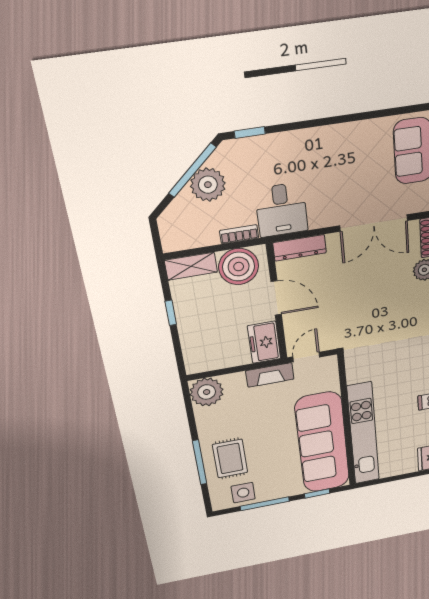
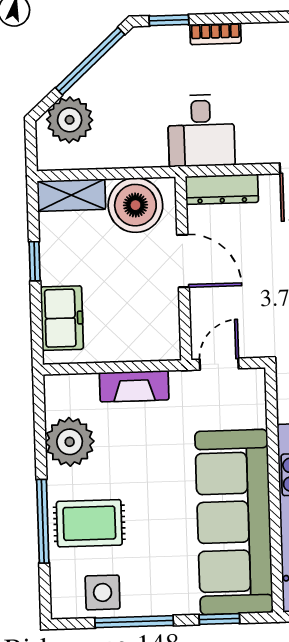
plant: (208, 185) -> (70, 120), moved
bookcase: (239, 234) -> (215, 34), moved, turned 180
freezer: (264, 342) -> (62, 318), moved, turned 180
fireplace: (270, 375) -> (134, 386), moved
plant: (207, 392) -> (70, 442), moved
rug: (230, 459) -> (89, 523), turned 90

